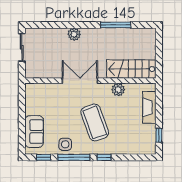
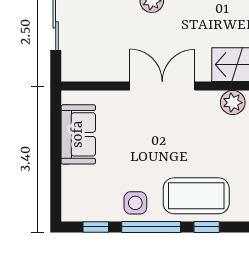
coffee table: (95, 122) -> (196, 196), moved, turned -70
sofa: (34, 132) -> (78, 134), moved

